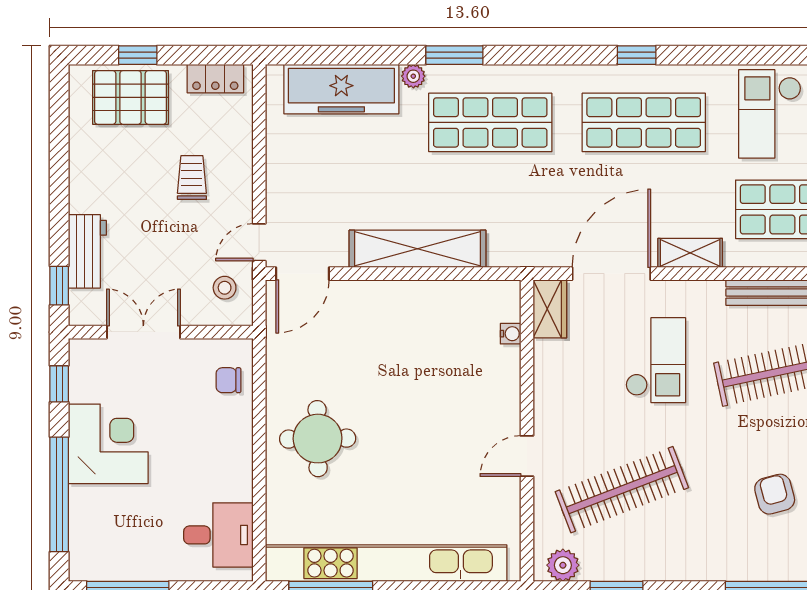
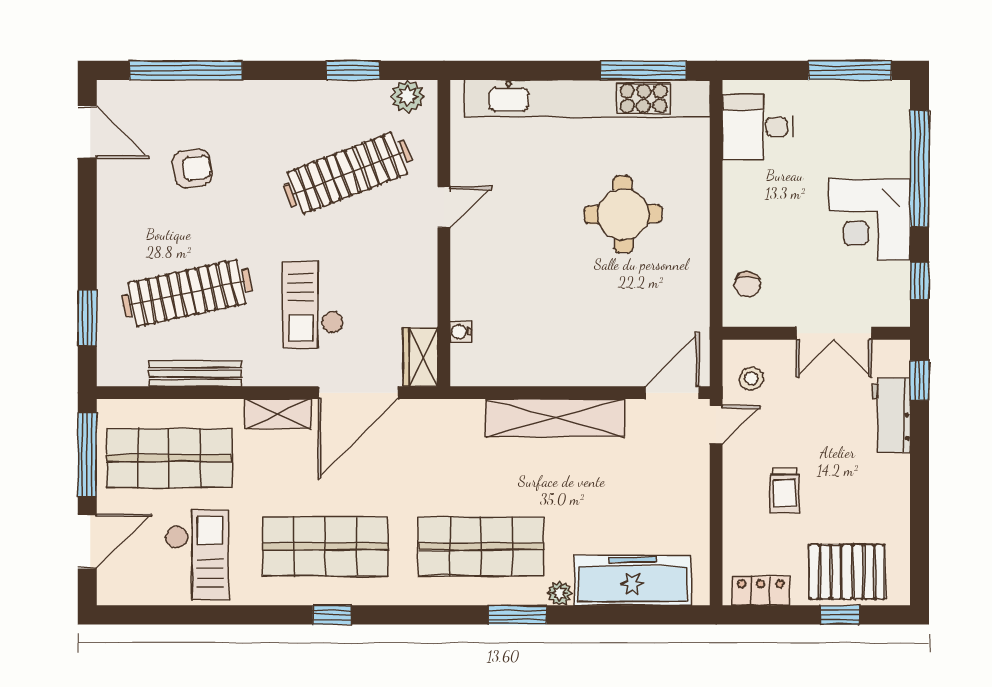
chair: (228, 380) -> (747, 284), turned 90
round table: (318, 439) -> (623, 214), moved
armchair: (775, 494) -> (192, 169), turned -83

